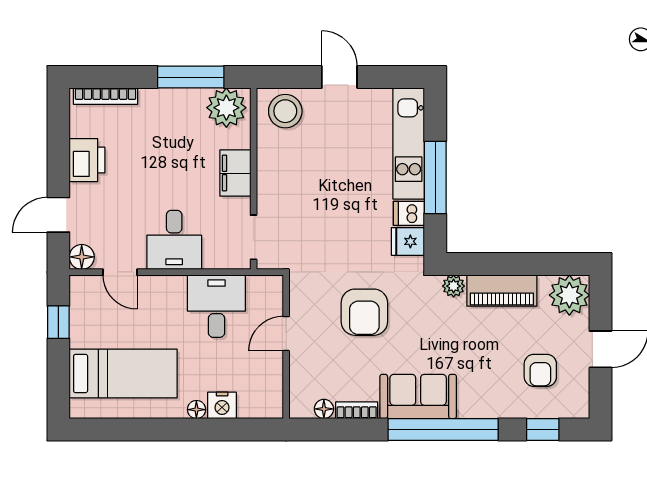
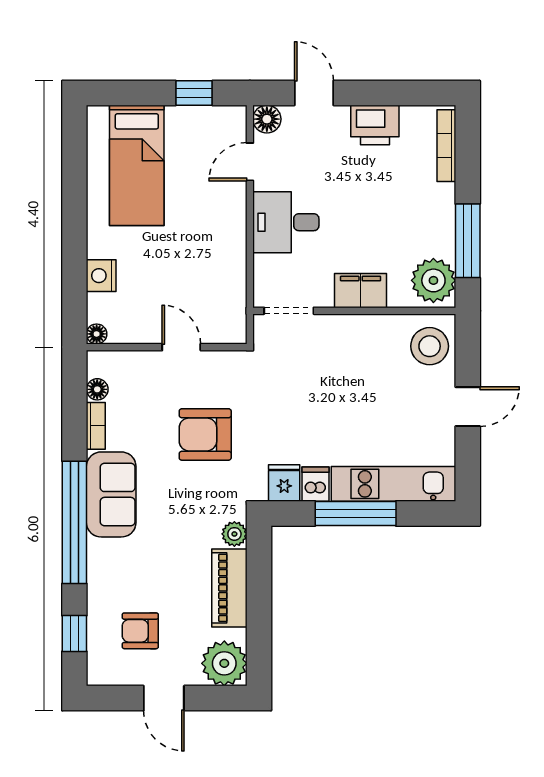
desk: (216, 306) -> (212, 269), removed
floor lamp: (196, 410) -> (97, 334), moved

